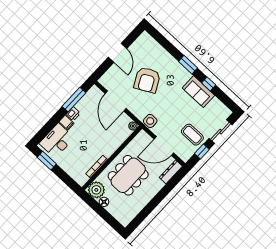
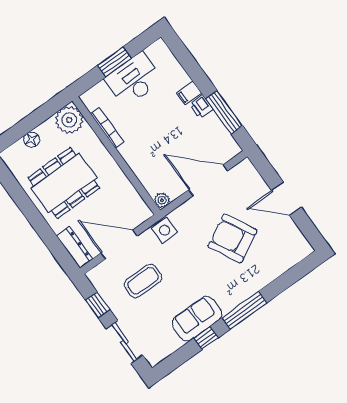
window: (188, 65) -> (244, 310), width x1.44
coffee table: (192, 135) -> (143, 281), moved
desk: (57, 141) -> (134, 80), moved, turned -90
door: (164, 146) -> (119, 244), hinge flipped
window: (47, 161) -> (114, 62), moved
dining table: (128, 175) -> (64, 183), moved, turned 90
floor lamp: (104, 202) -> (32, 140), moved

